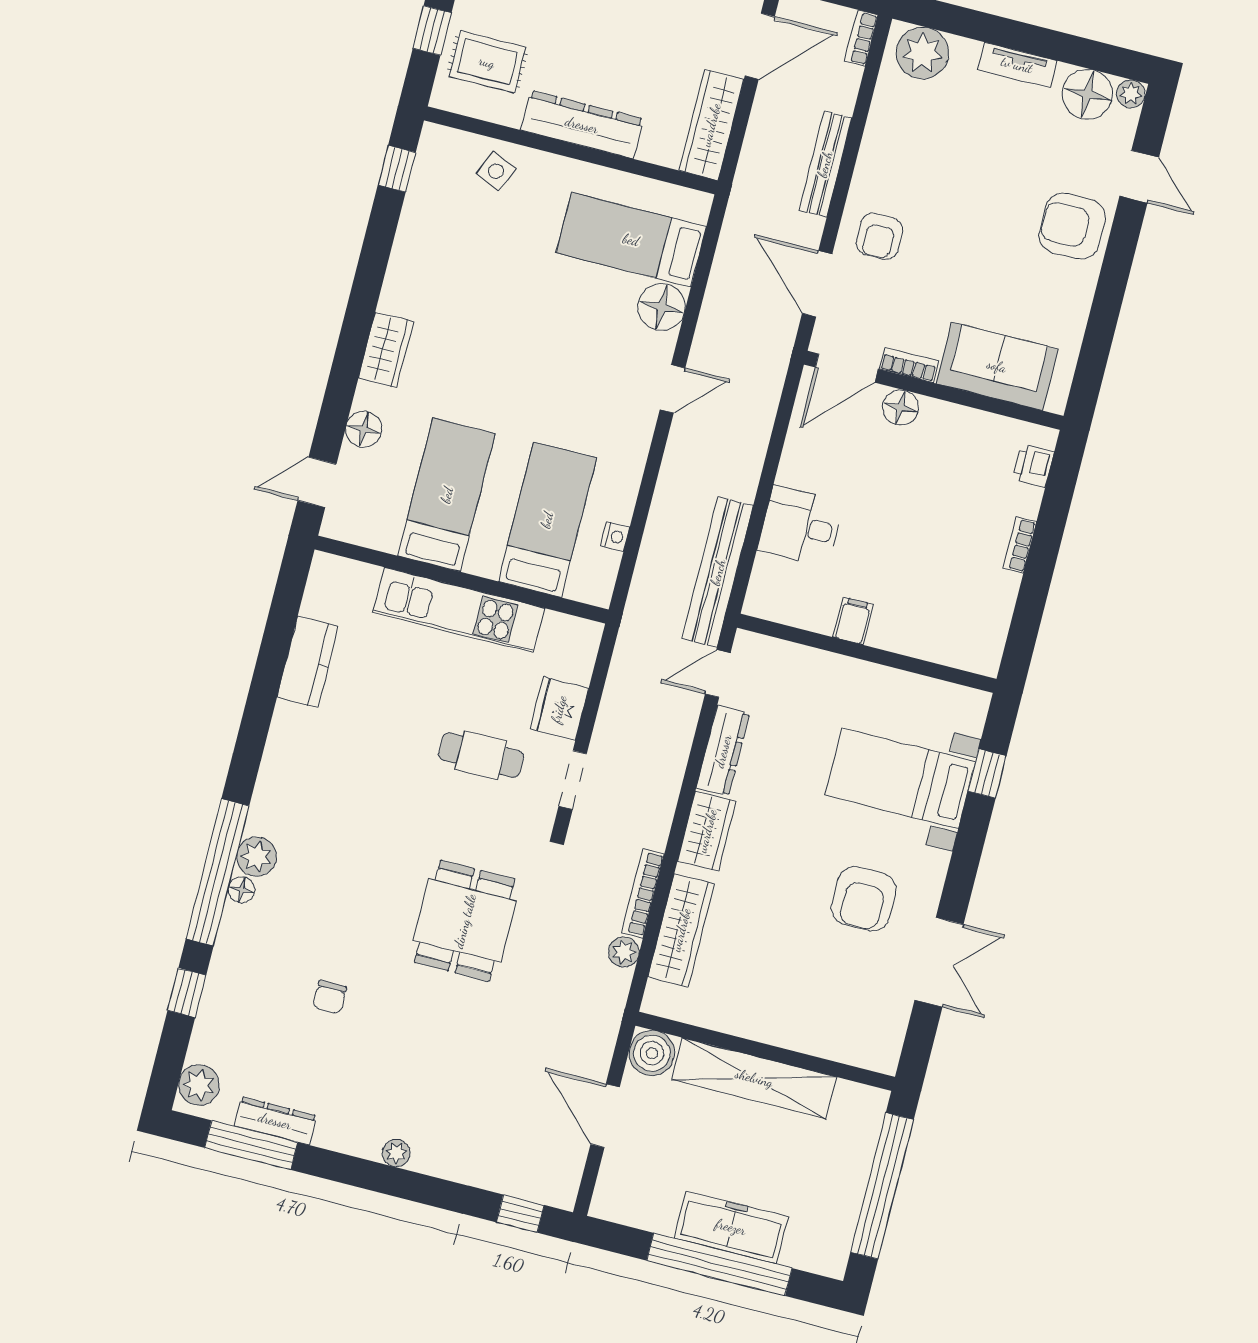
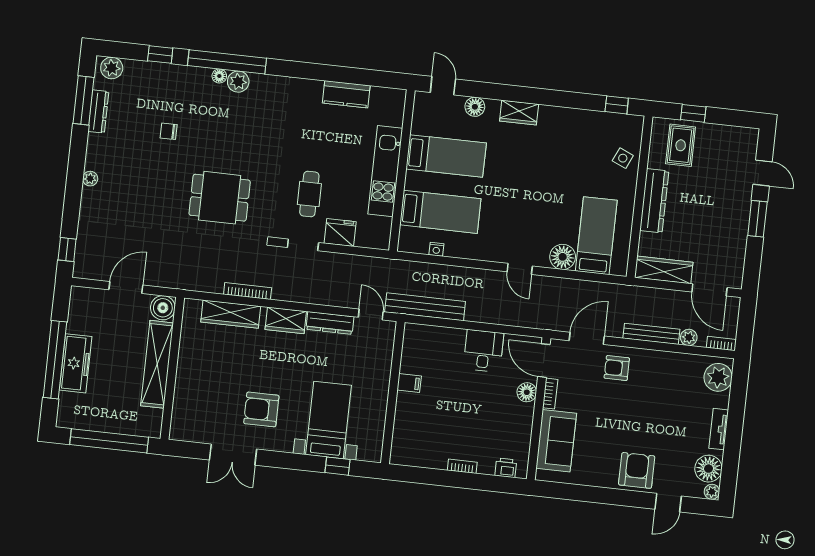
desk: (801, 526) -> (484, 351), moved
plant: (624, 952) -> (689, 337), moved

